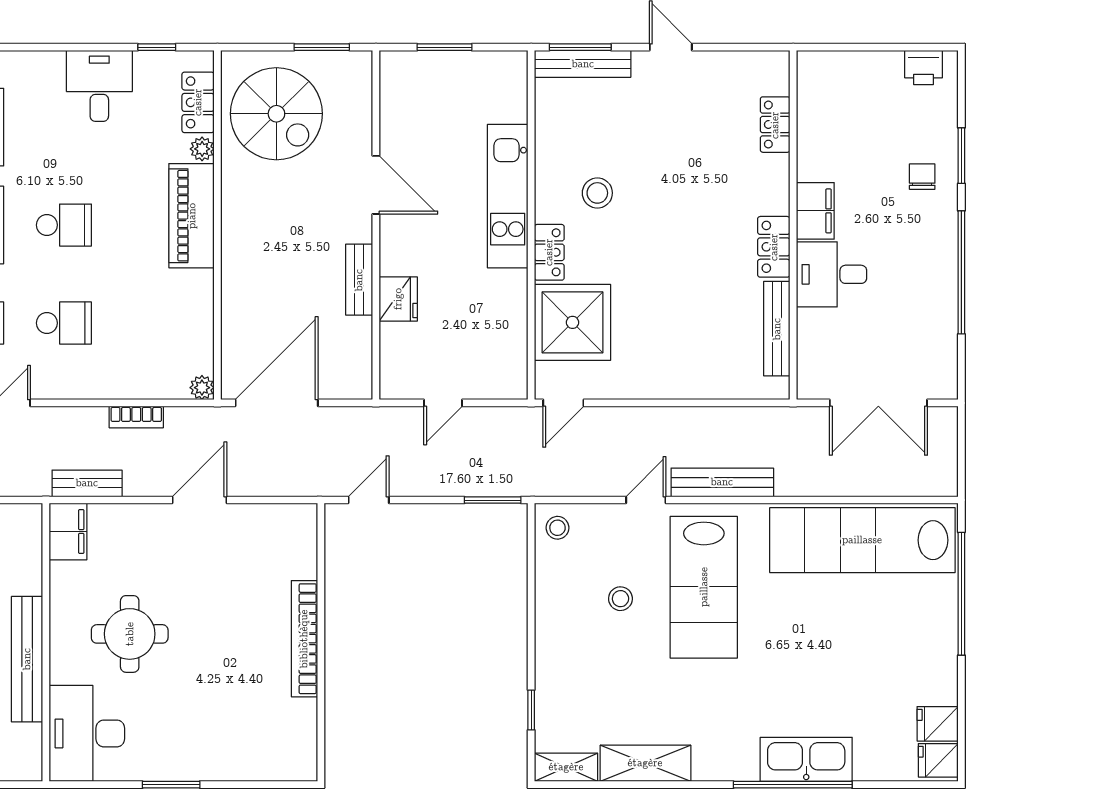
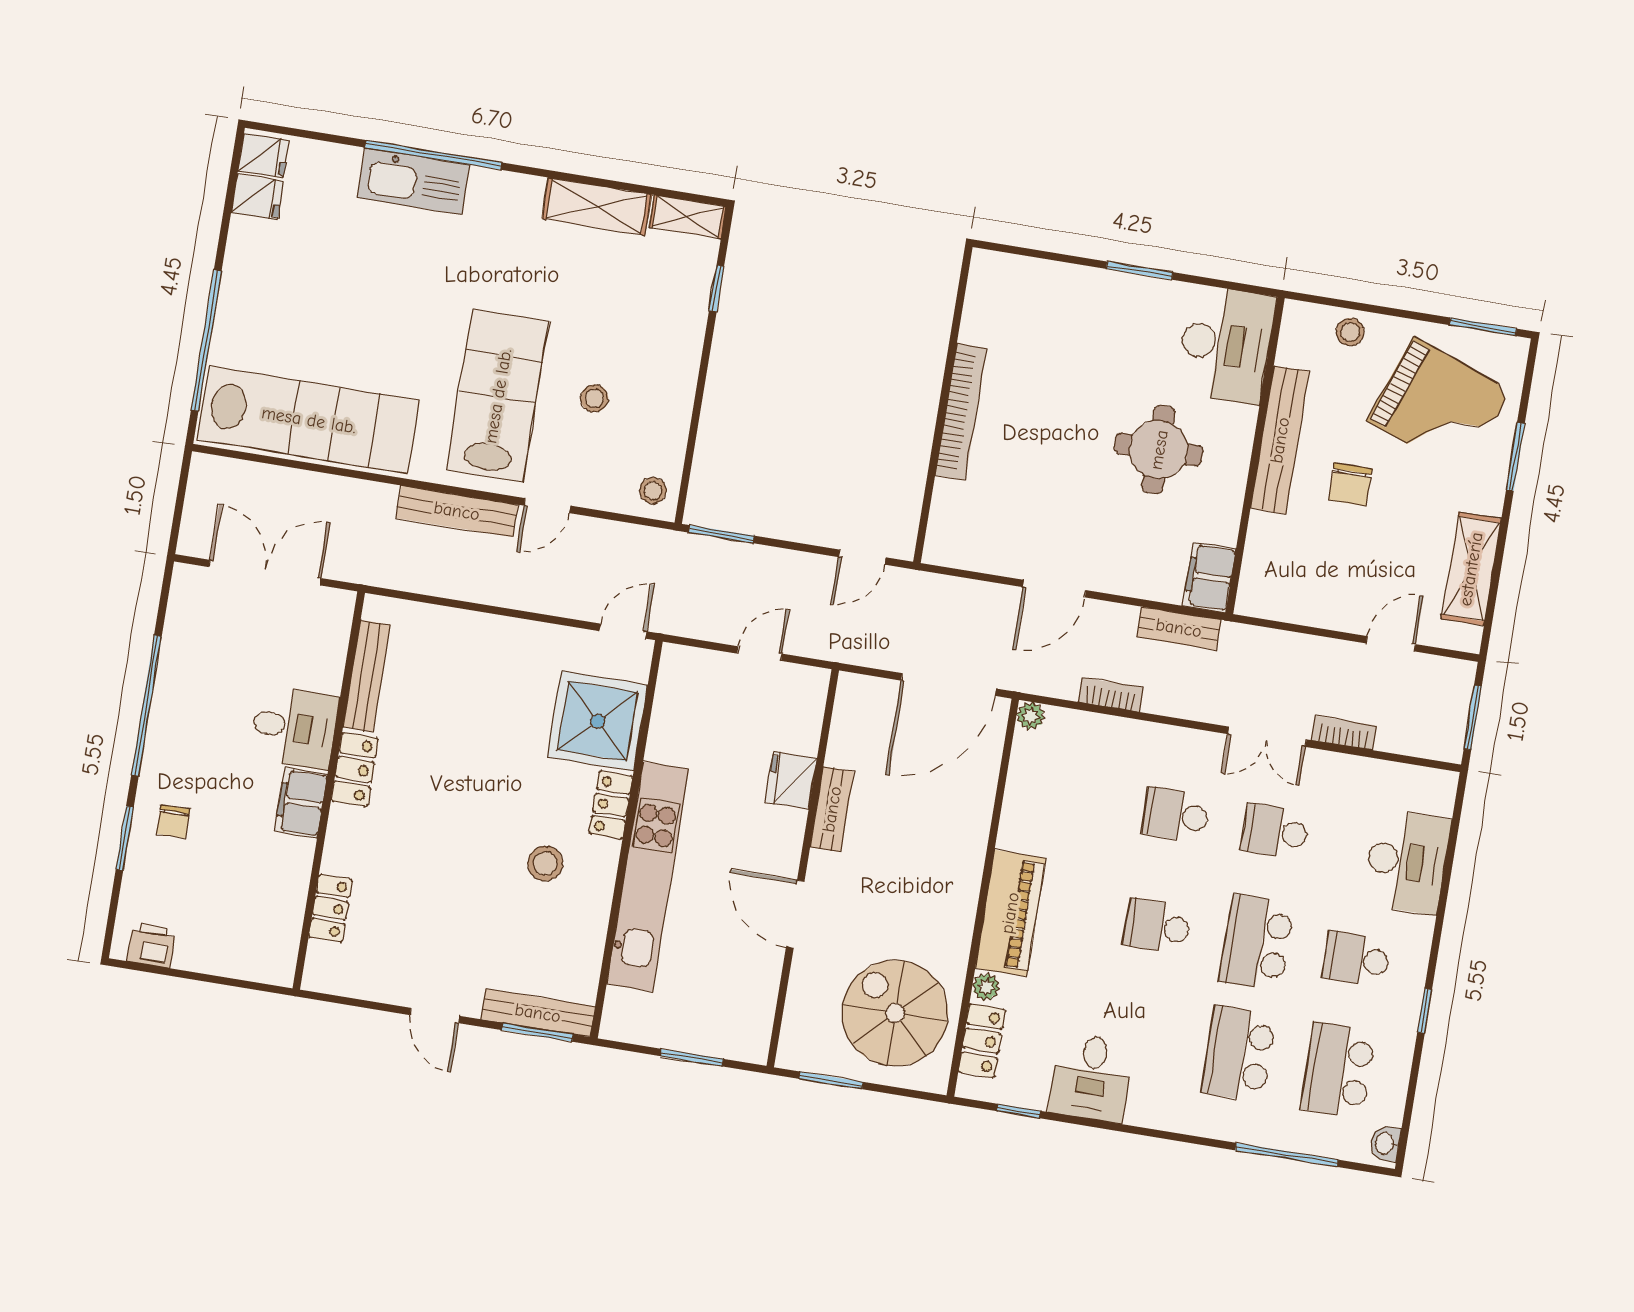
kitchen unit: (508, 196) -> (648, 877), width x1.36

